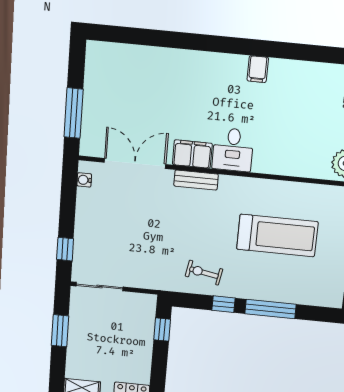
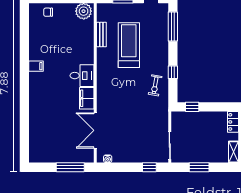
bench: (196, 180) -> (101, 35), moved
window: (271, 309) -> (173, 27), moved

